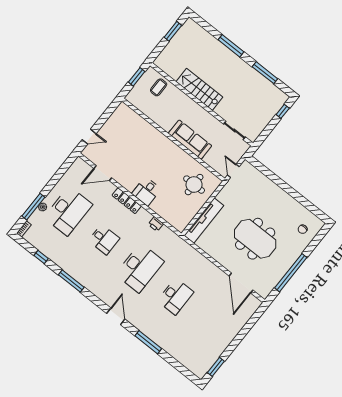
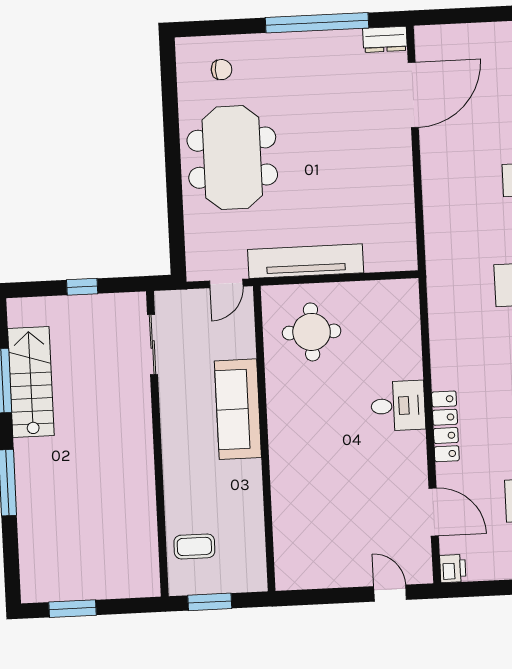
stairs: (199, 89) -> (31, 382), moved, turned 180
window: (283, 111) -> (82, 287), moved
tv unit: (204, 220) -> (306, 261), moved
printer: (156, 224) -> (453, 569), moved
meeting table: (255, 239) -> (232, 158), moved
dresser: (267, 290) -> (385, 39), added

